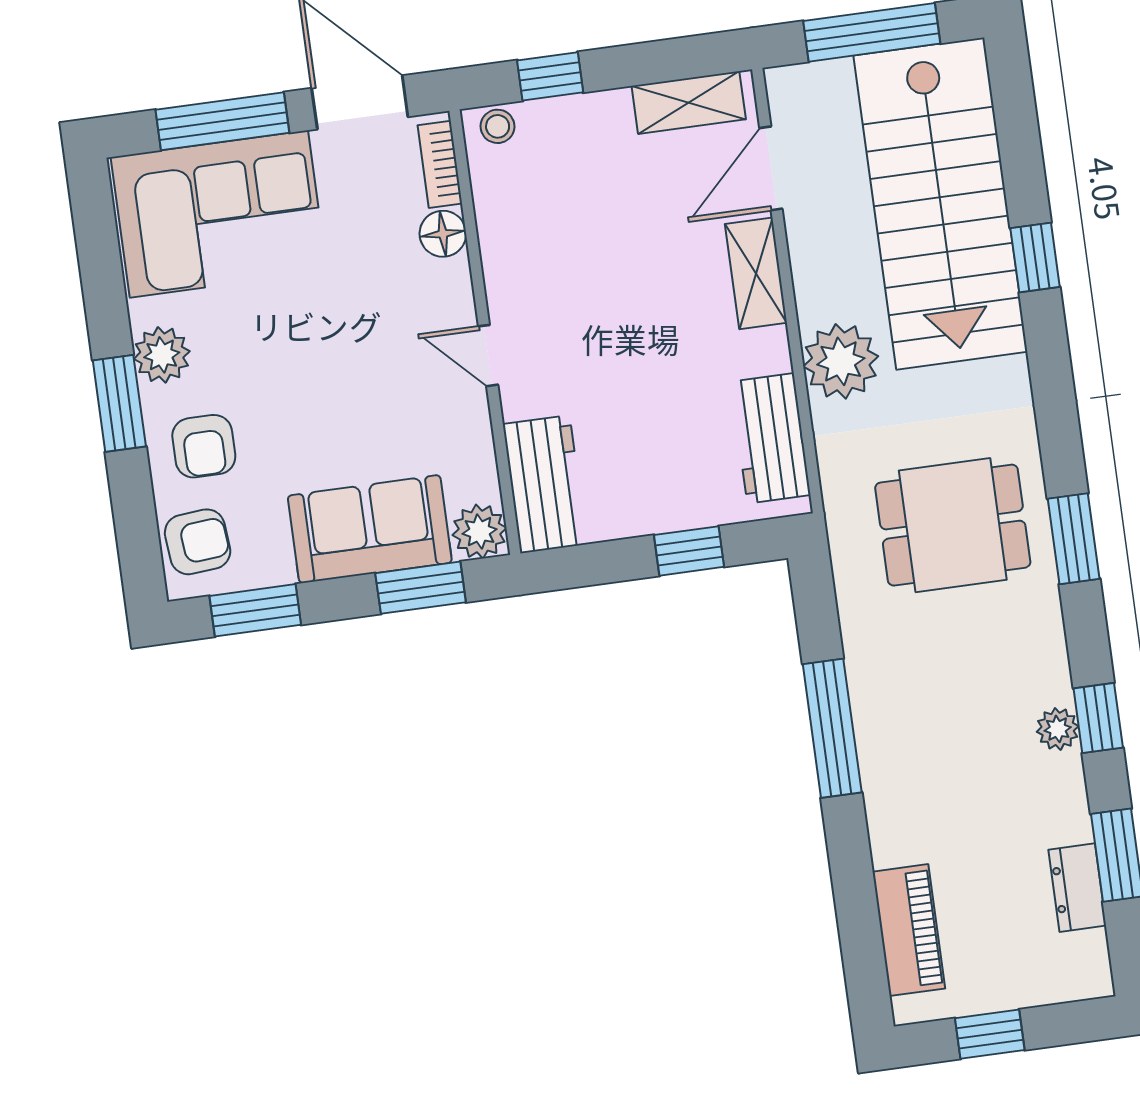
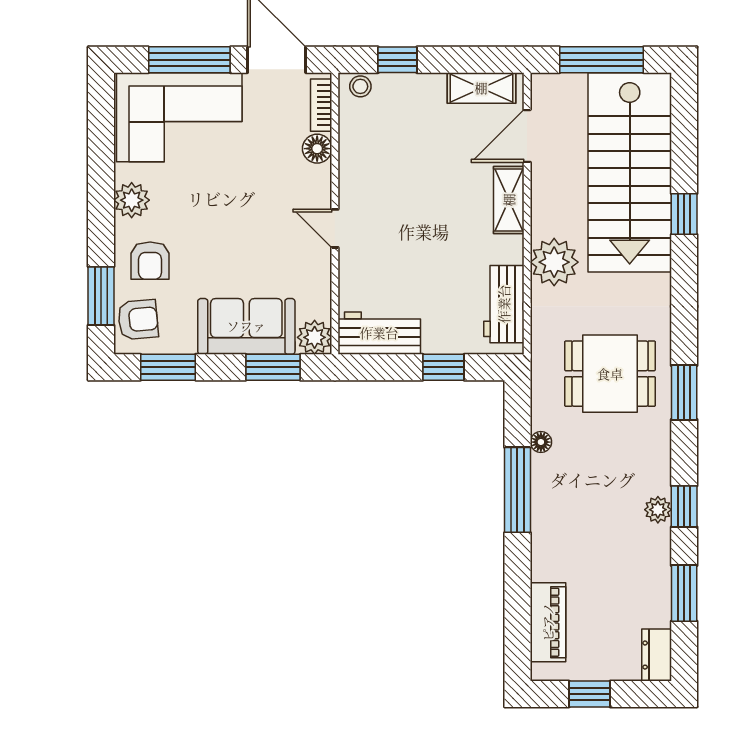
window: (119, 403) -> (101, 296), moved
workbench: (545, 484) -> (379, 333), moved, turned -90
floor lamp: (859, 648) -> (541, 442), added
dresser: (1077, 888) -> (657, 655), moved

